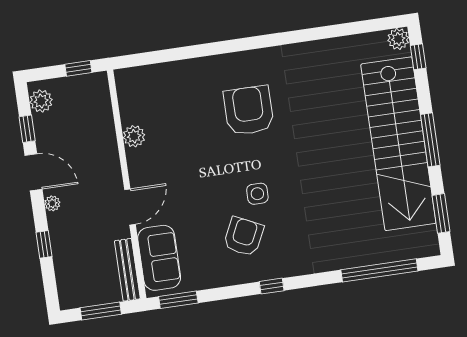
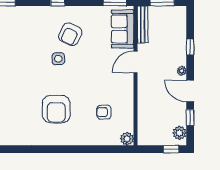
window: (78, 68) -> (171, 149), moved
armchair: (170, 117) -> (104, 112), added
plant: (134, 136) -> (127, 139), moved

